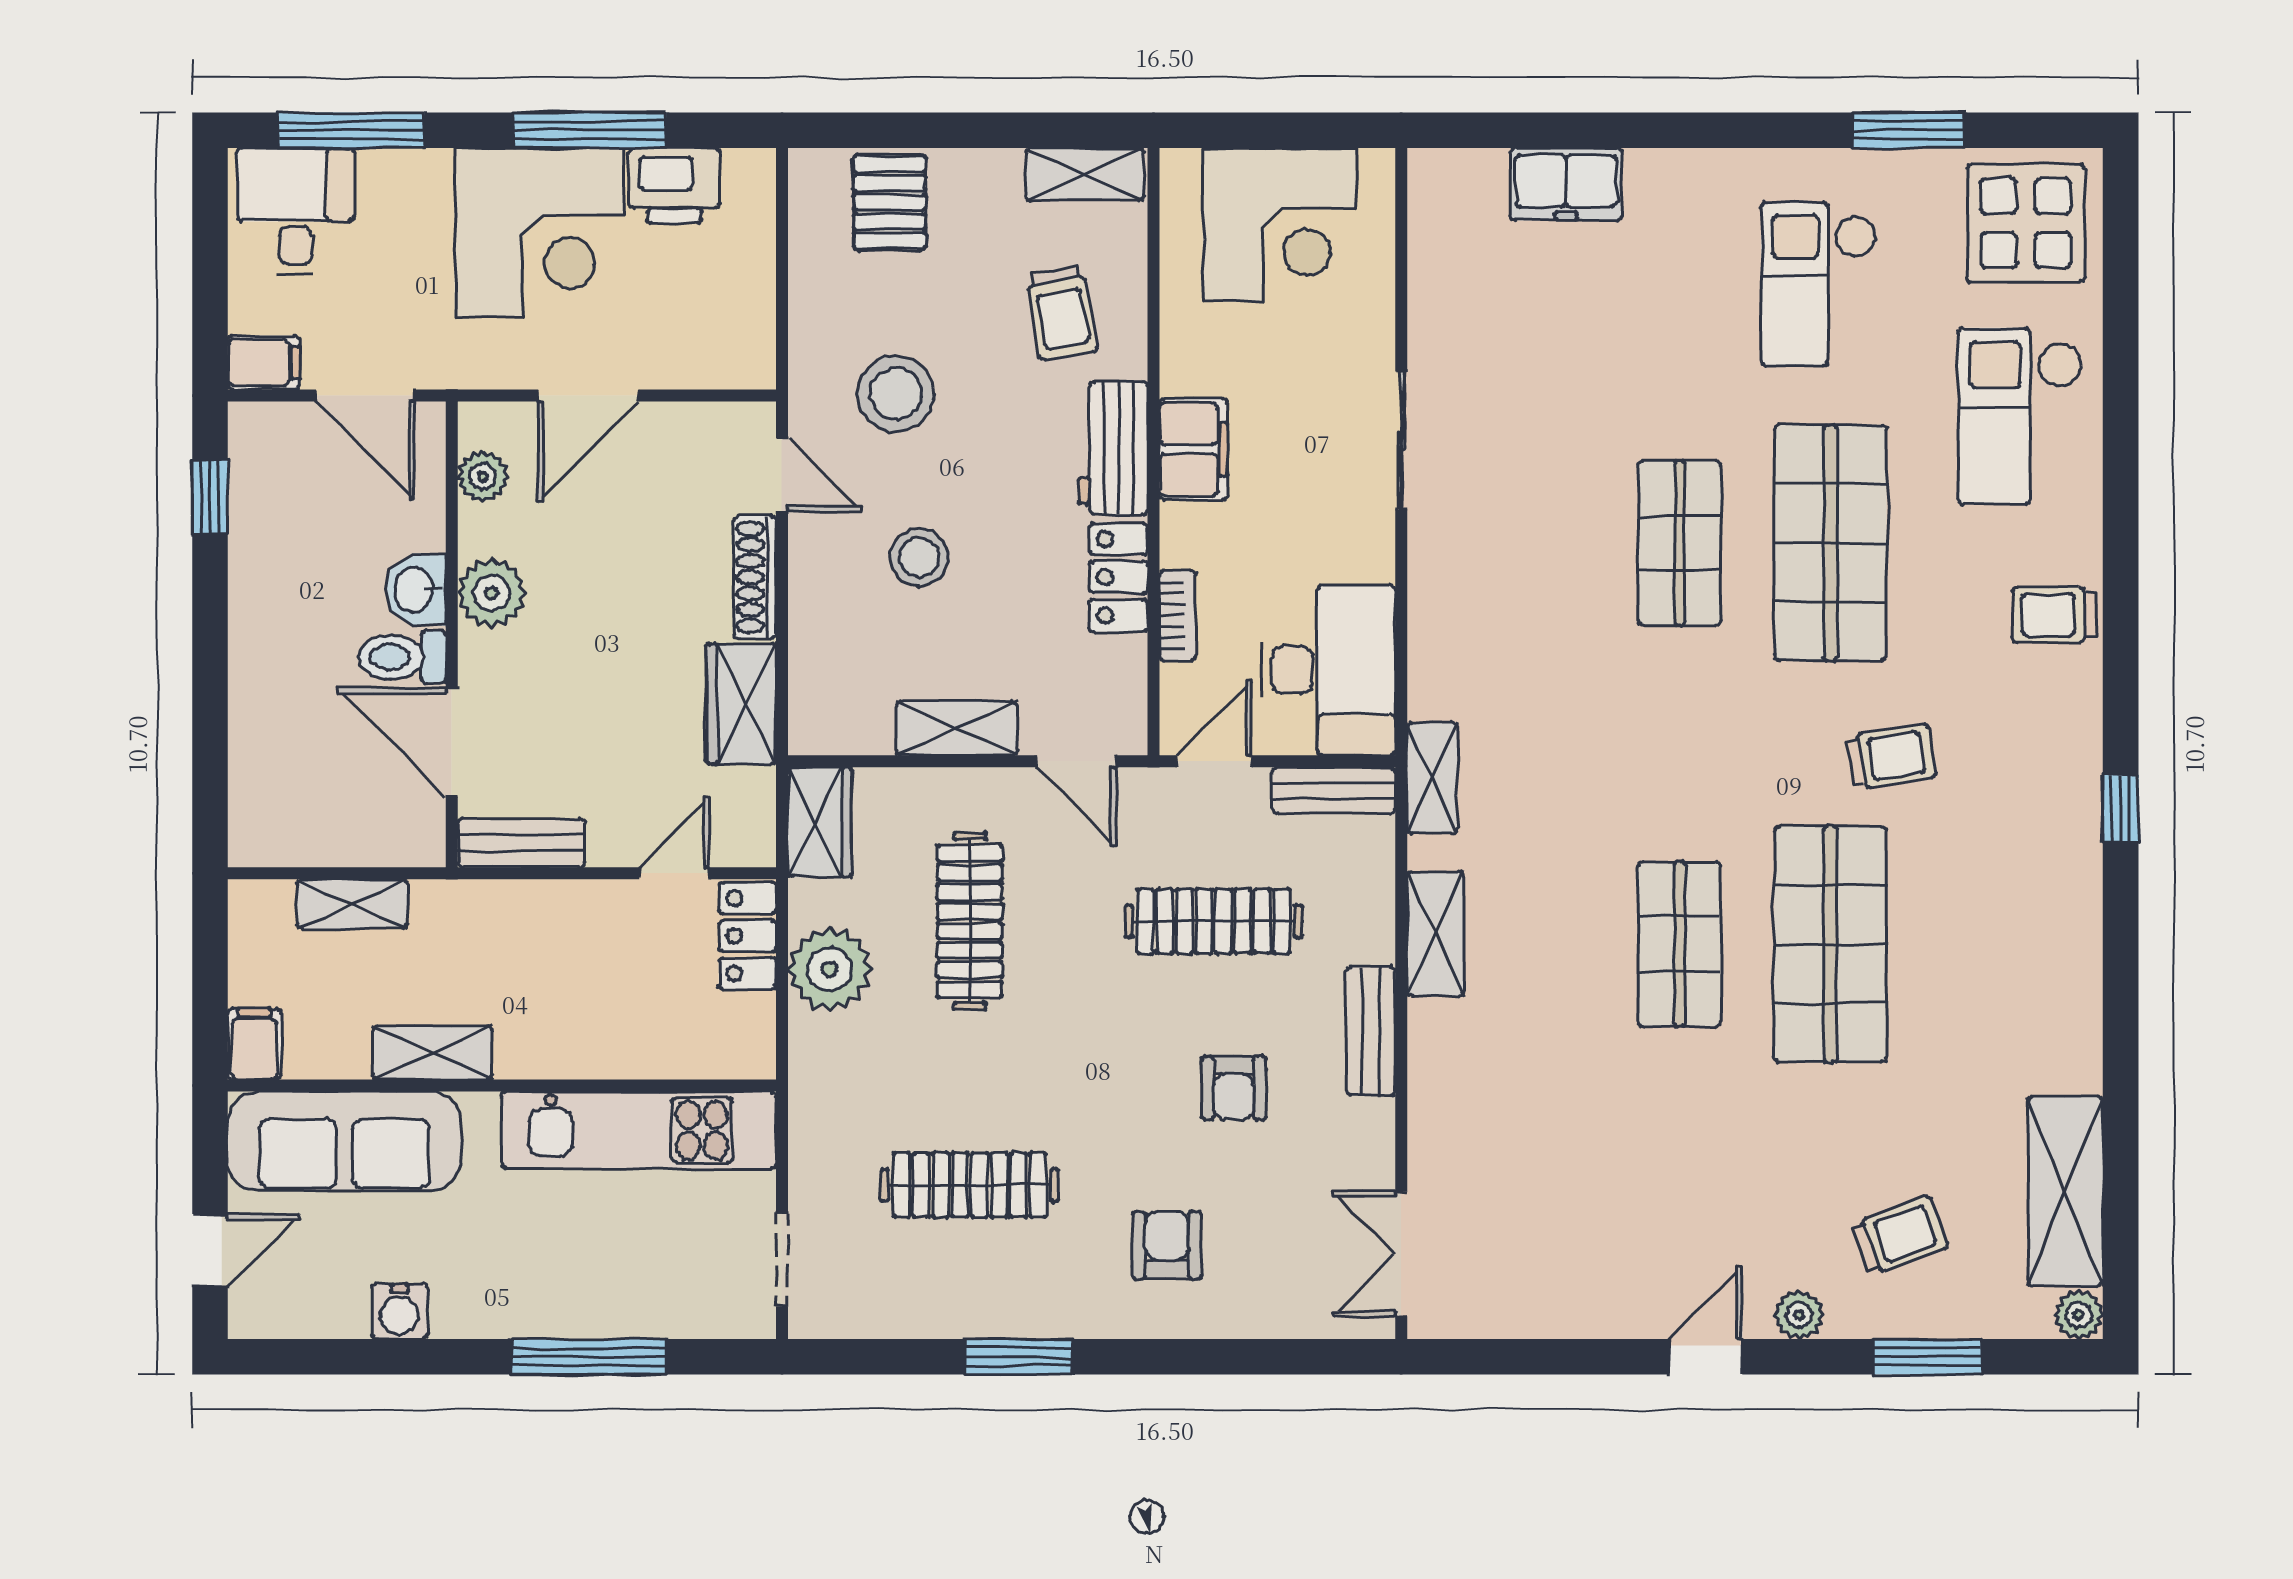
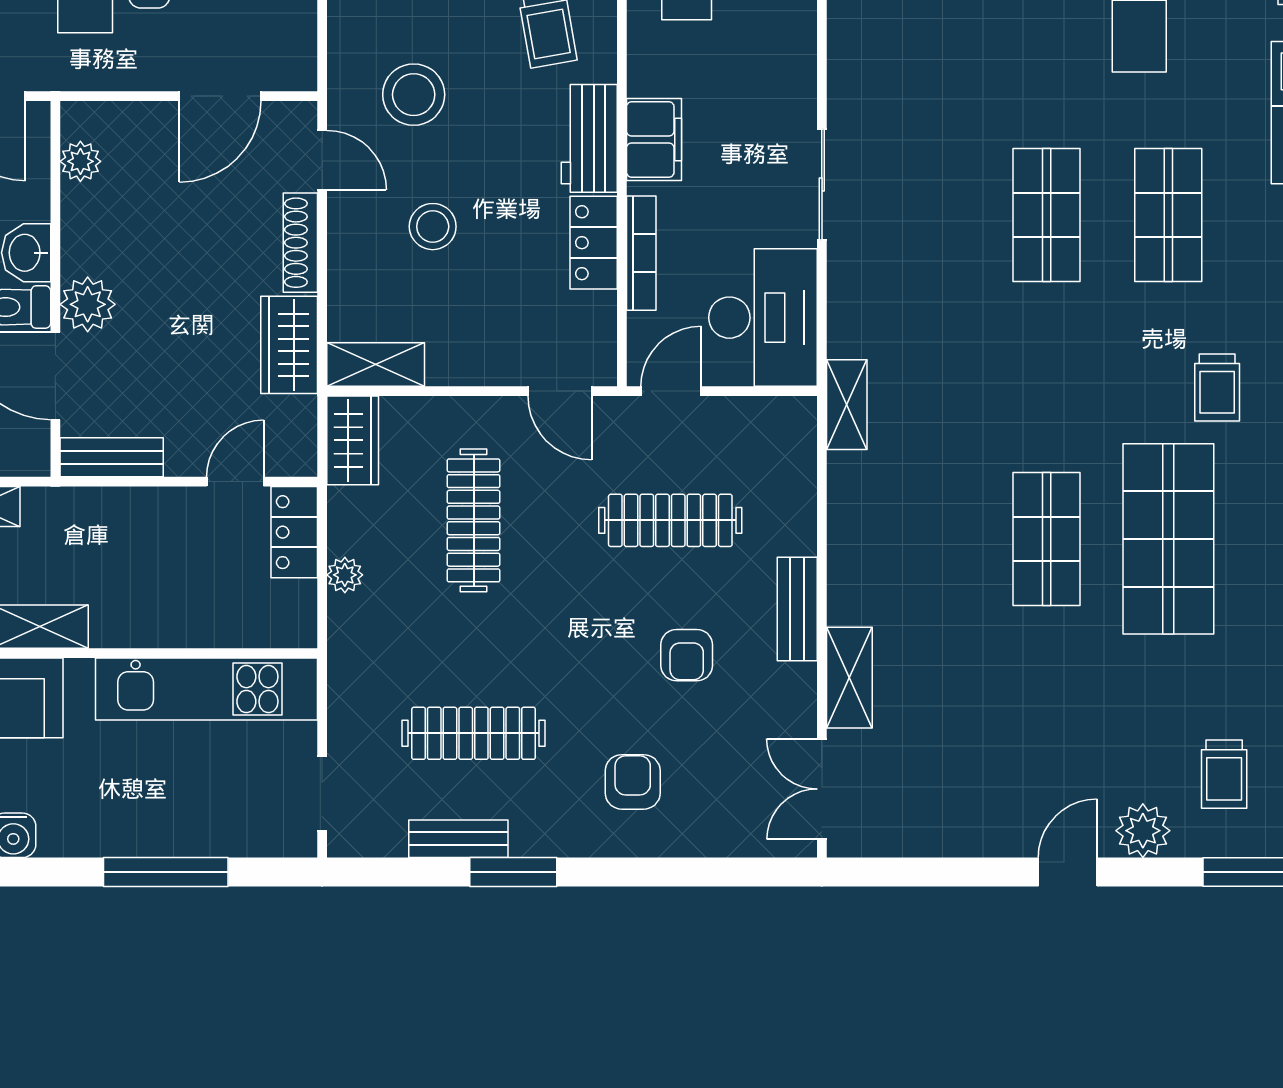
door: (589, 396) -> (220, 96), moved
sliding door: (1401, 440) -> (822, 185), moved
shop shelf: (1830, 543) -> (1168, 215), width x0.70, depth x0.74
plant: (492, 593) -> (88, 304), moved
bookcase: (1178, 616) -> (641, 253), width x1.56
shelving: (957, 728) -> (376, 364), moved
trolley: (1891, 757) -> (1217, 388), turned 99
bench: (1334, 791) -> (458, 839), moved
shelving: (1435, 934) -> (849, 678), moved
plant: (830, 969) -> (345, 575), width x0.53, depth x0.53
trolley: (1900, 1236) -> (1224, 774), turned 110
plant: (1799, 1315) -> (1143, 831), width x1.38, depth x1.38

